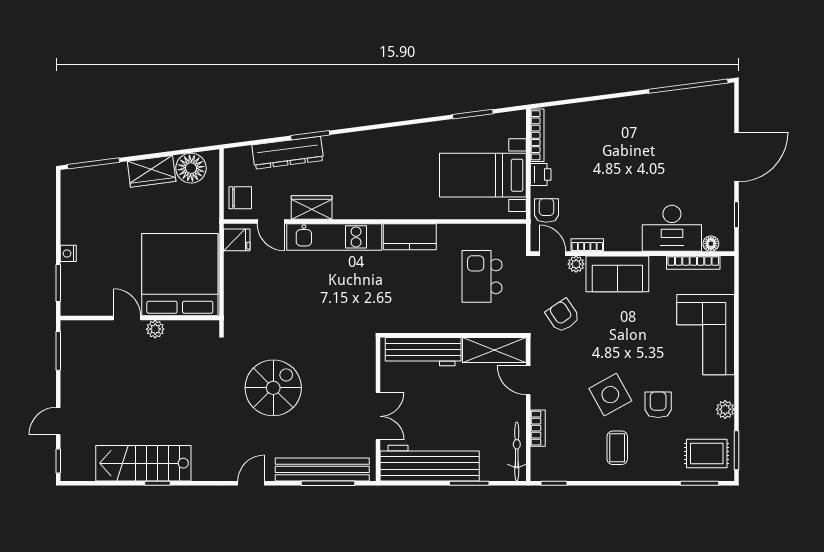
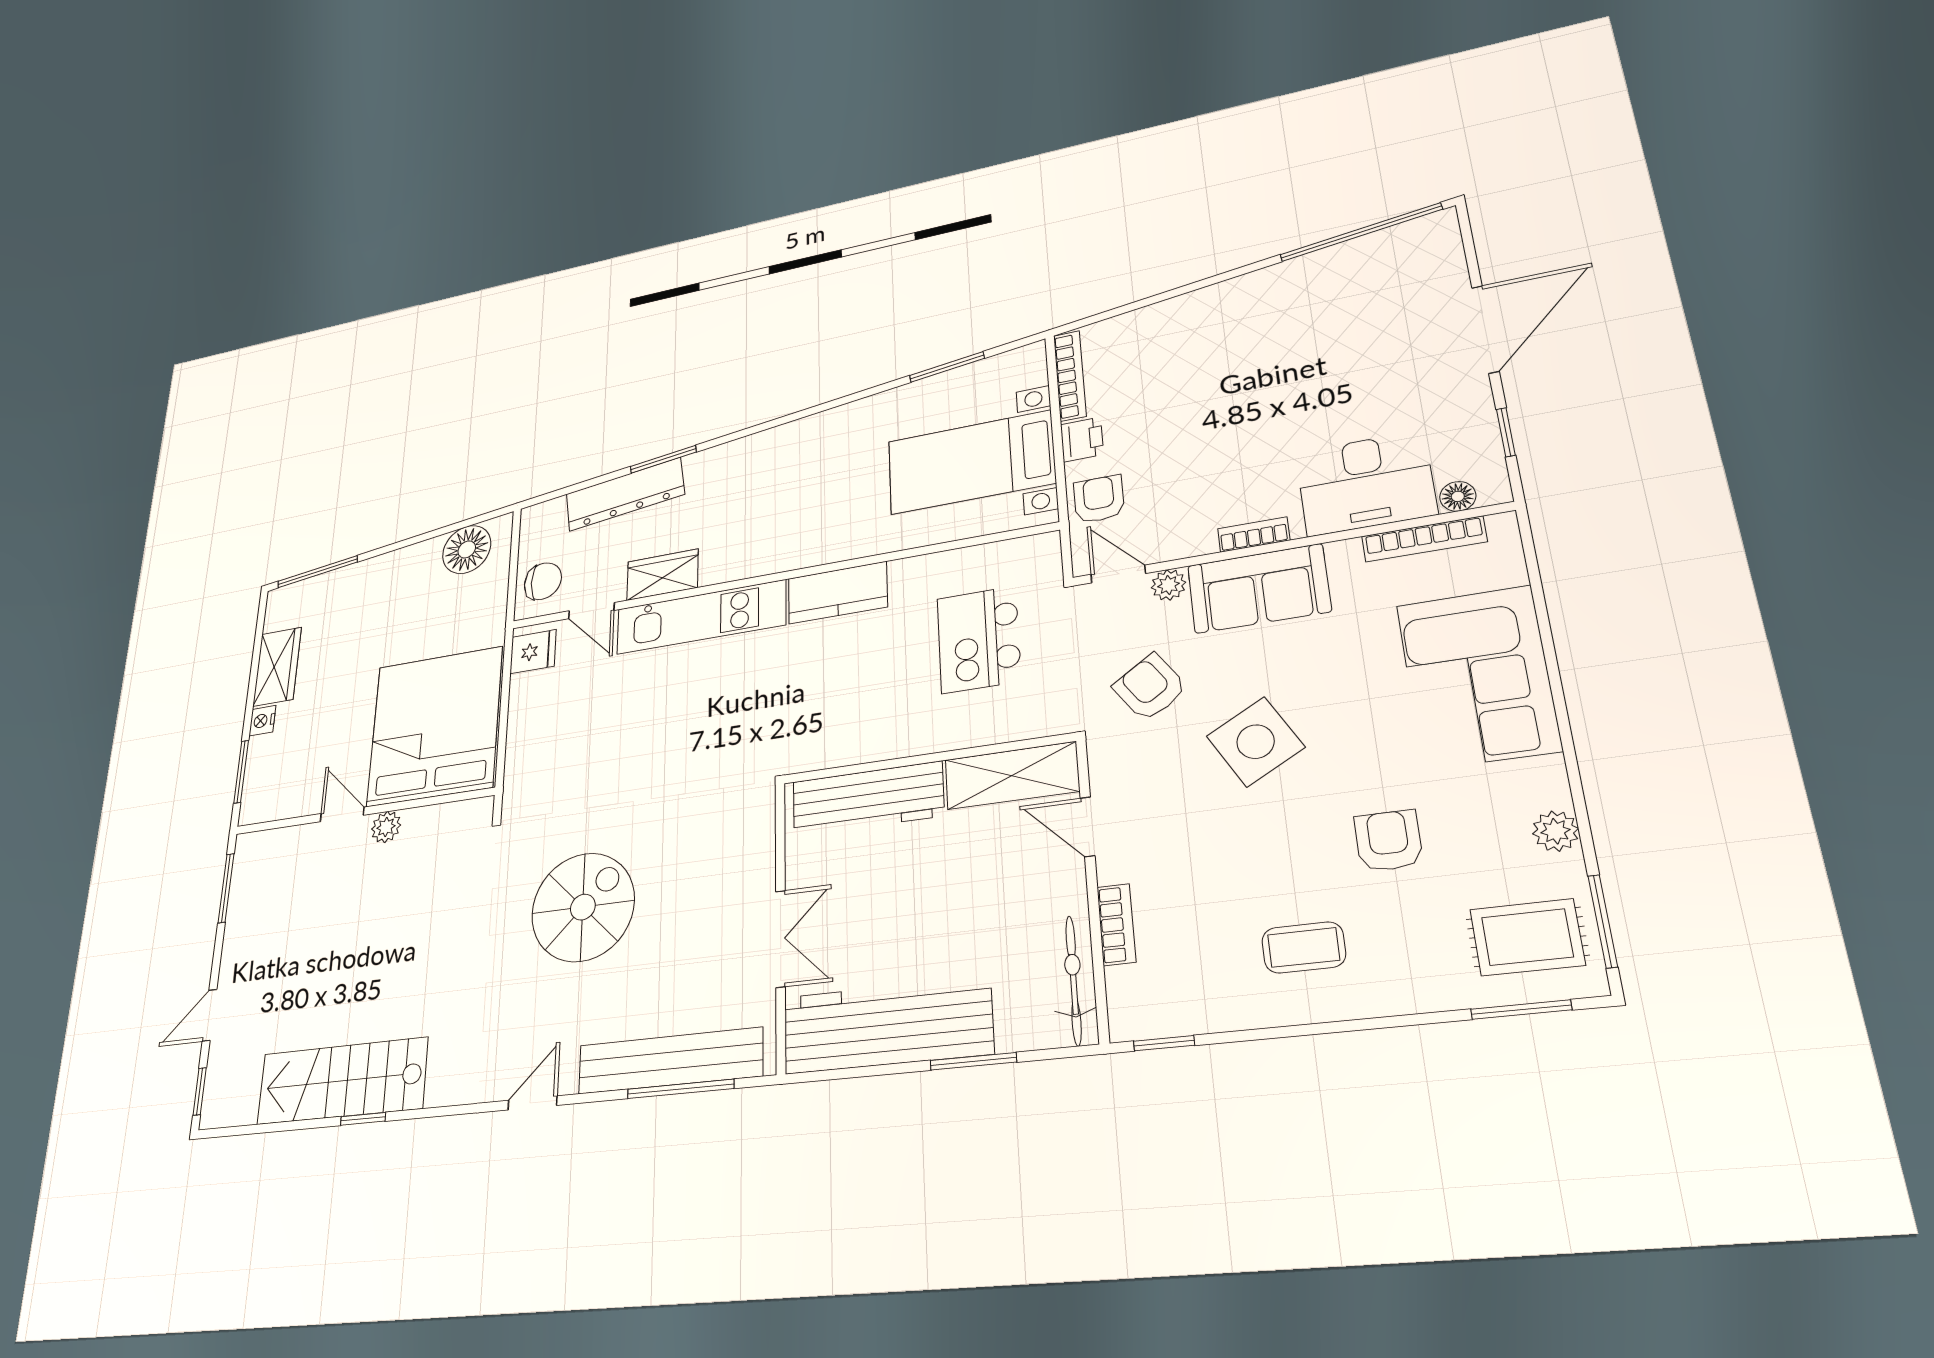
wardrobe: (152, 171) -> (277, 667), moved, turned -83
bookcase: (587, 245) -> (1254, 534), moved
side table: (610, 395) -> (1256, 742), moved
coffee table: (617, 448) -> (1304, 947), turned 90

